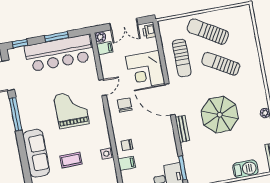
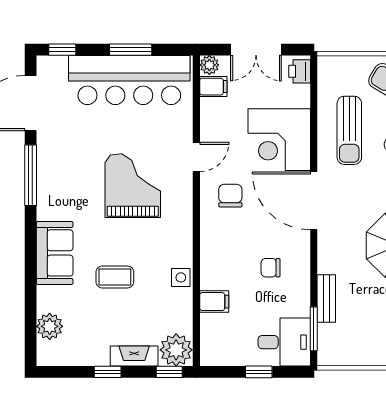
bench: (182, 129) -> (326, 298), moved
chair: (127, 145) -> (271, 268), moved
sofa: (36, 153) -> (55, 253), width x0.73

